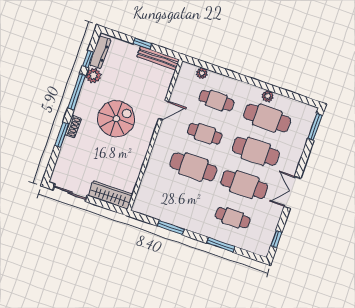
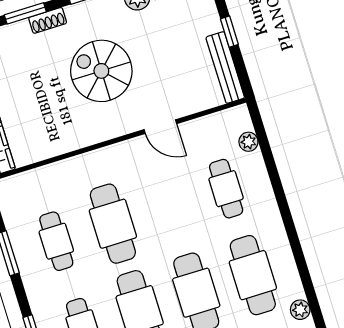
plant: (268, 96) -> (300, 310), moved
spiral stairs: (116, 119) -> (101, 71), turned 180
cafe table: (205, 134) -> (56, 241), moved

